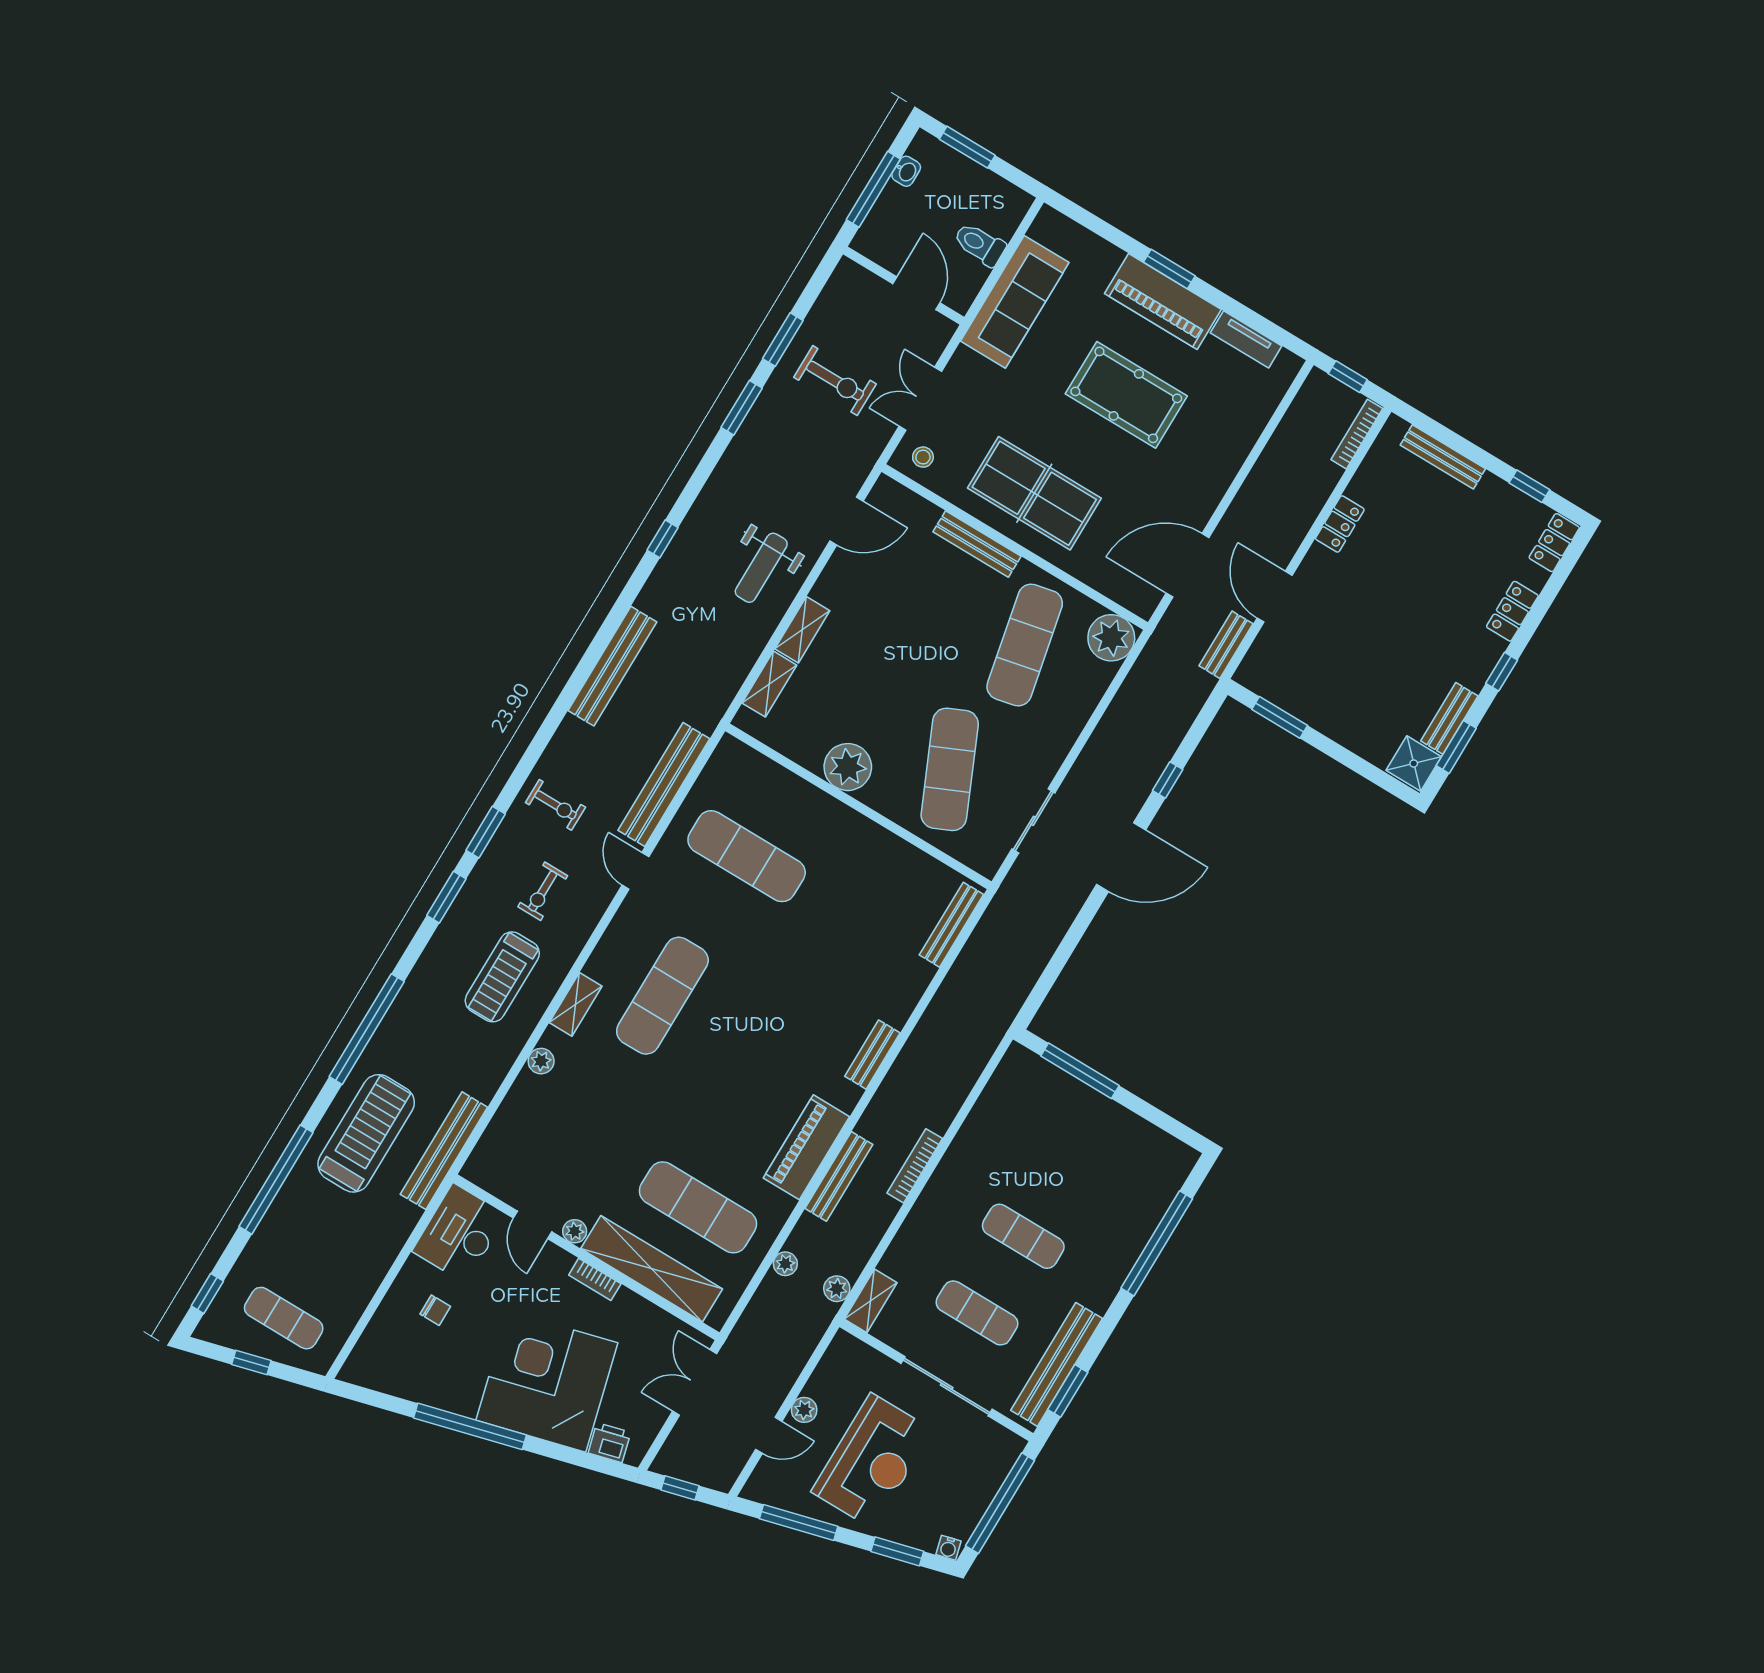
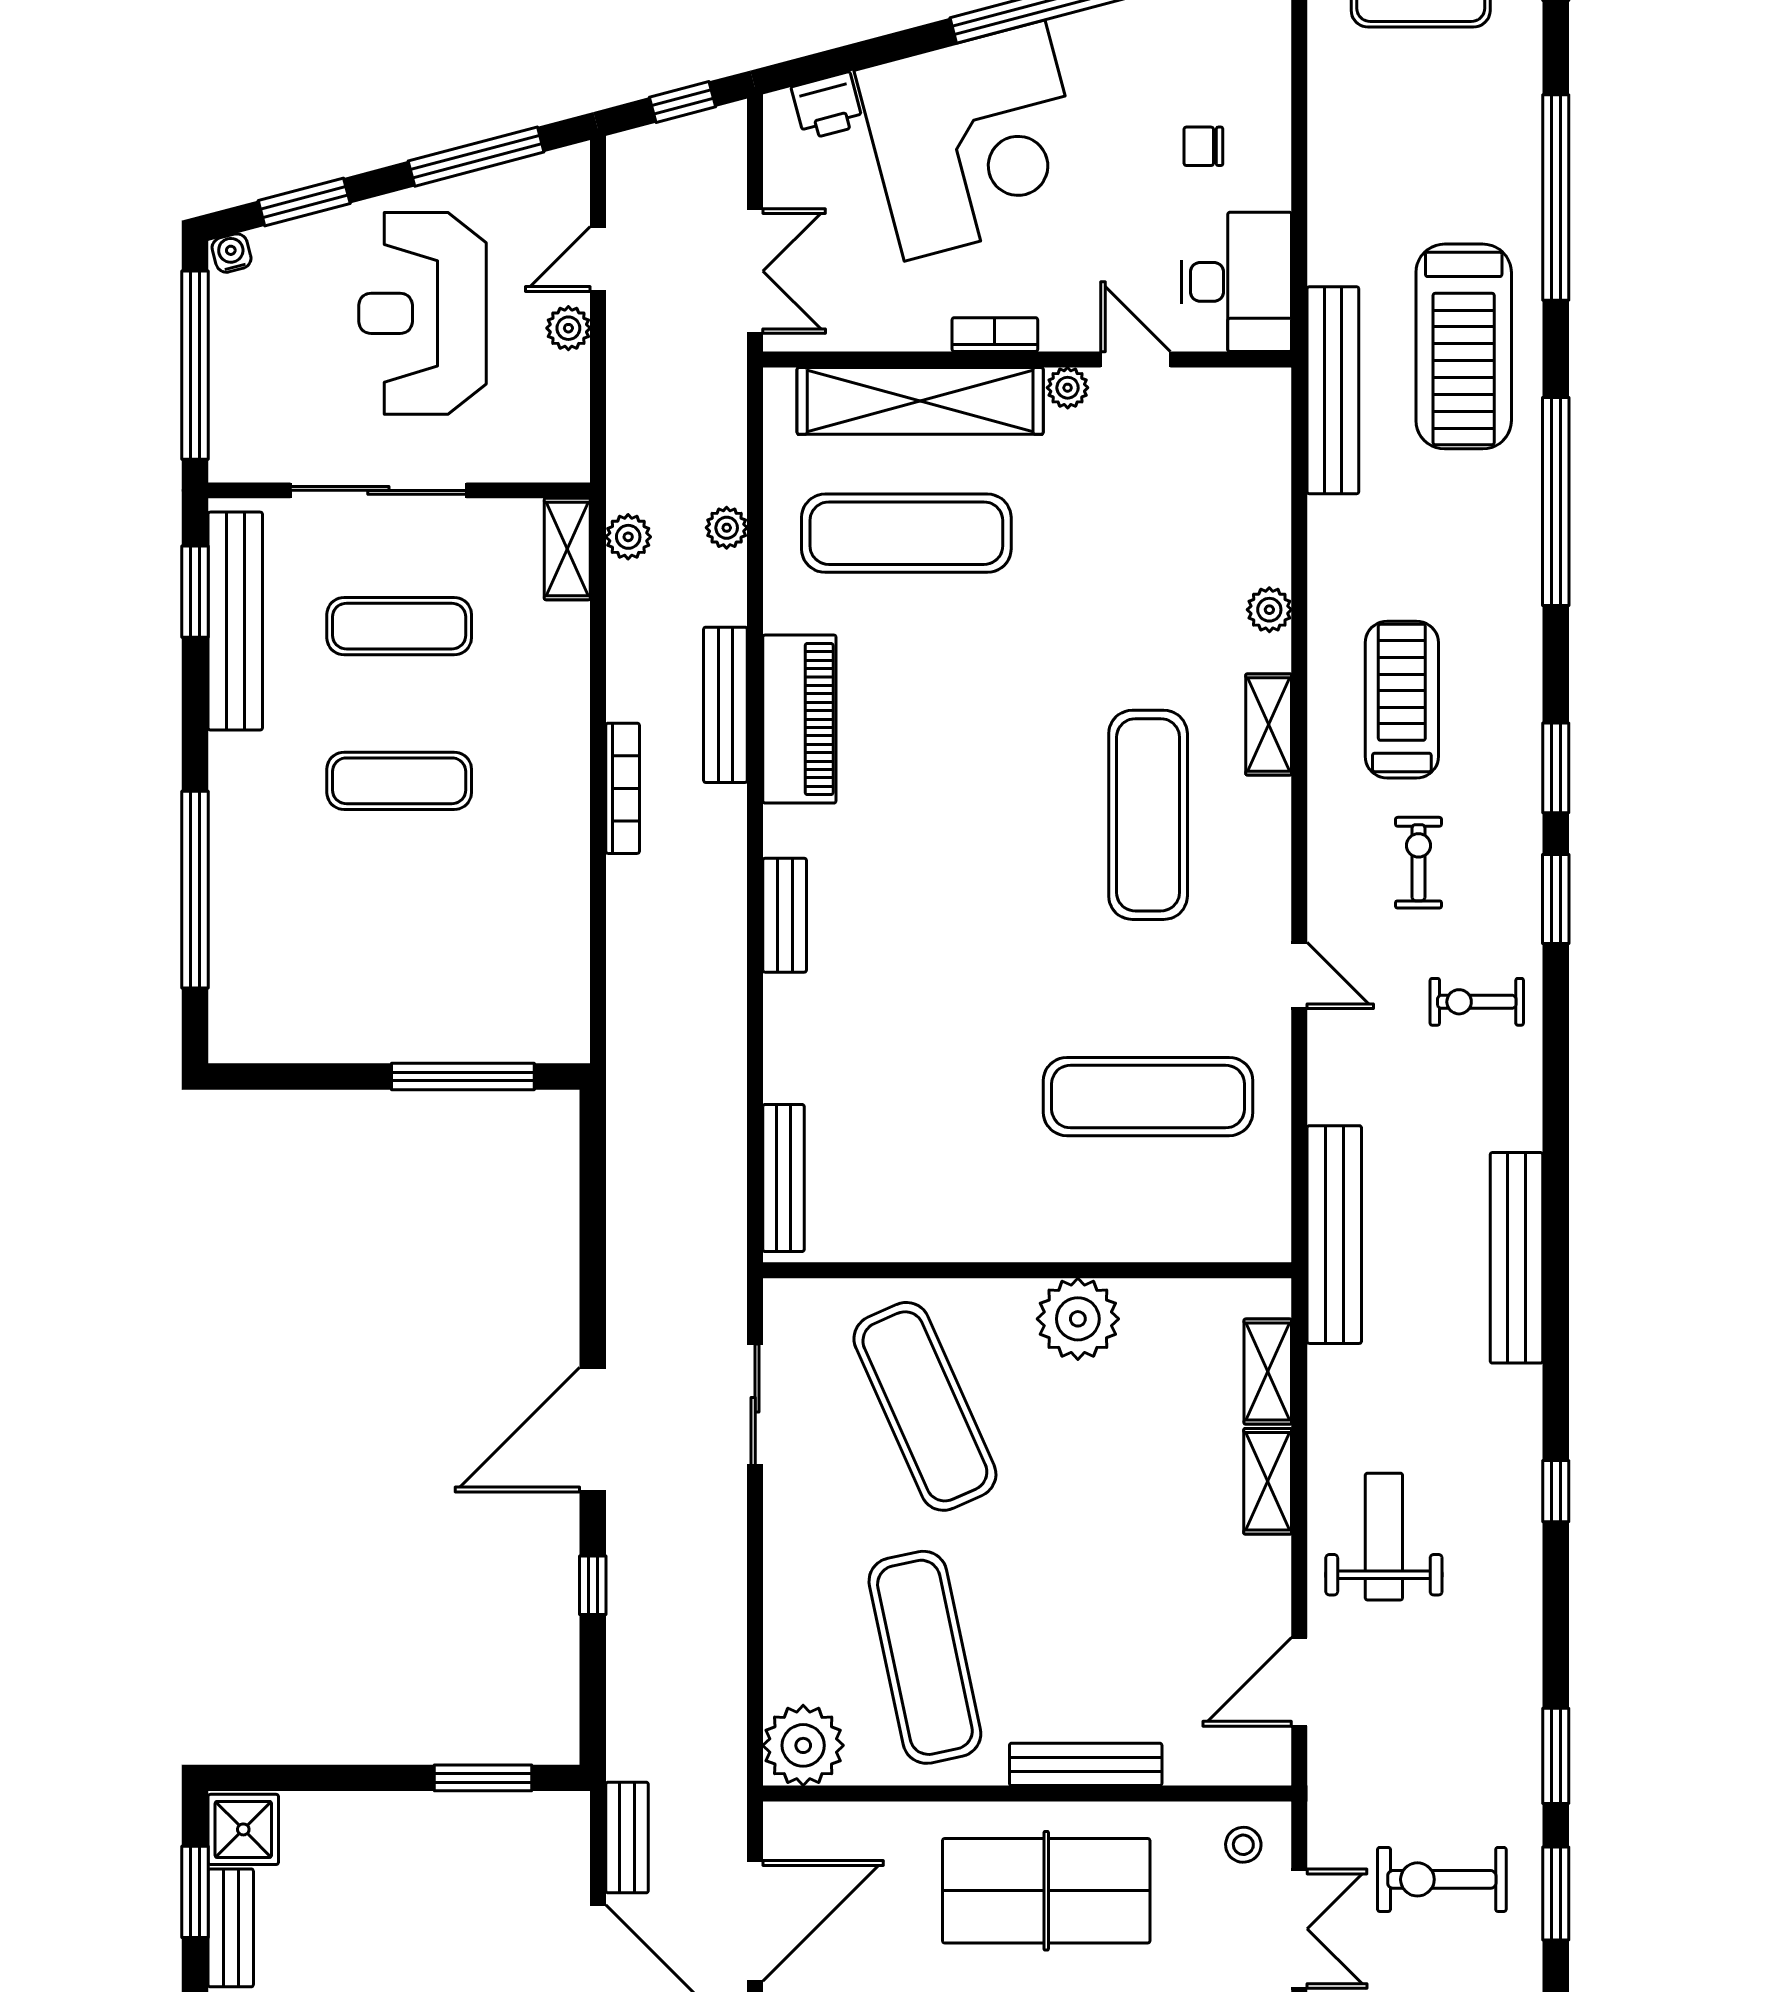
bench: (664, 785) -> (1334, 1235), moved

